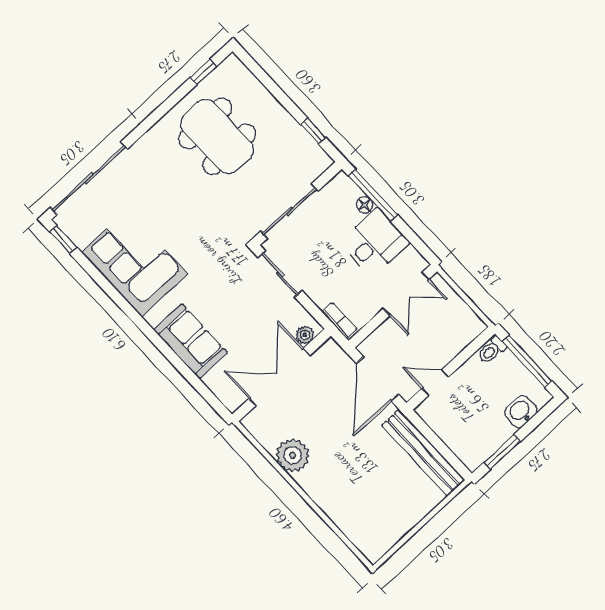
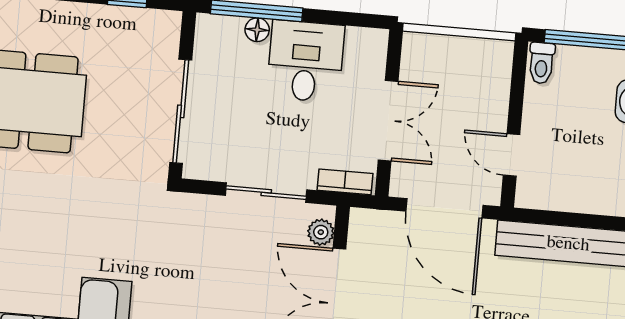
sliding door: (280, 274) -> (266, 193), moved
double door: (406, 294) -> (388, 121), moved
door: (435, 383) -> (512, 155), hinge flipped

